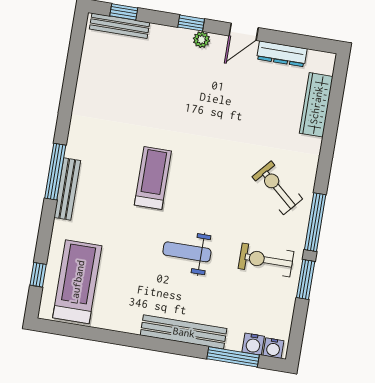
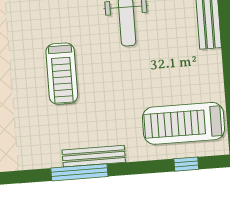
treadmill: (153, 178) -> (62, 74), turned -90

